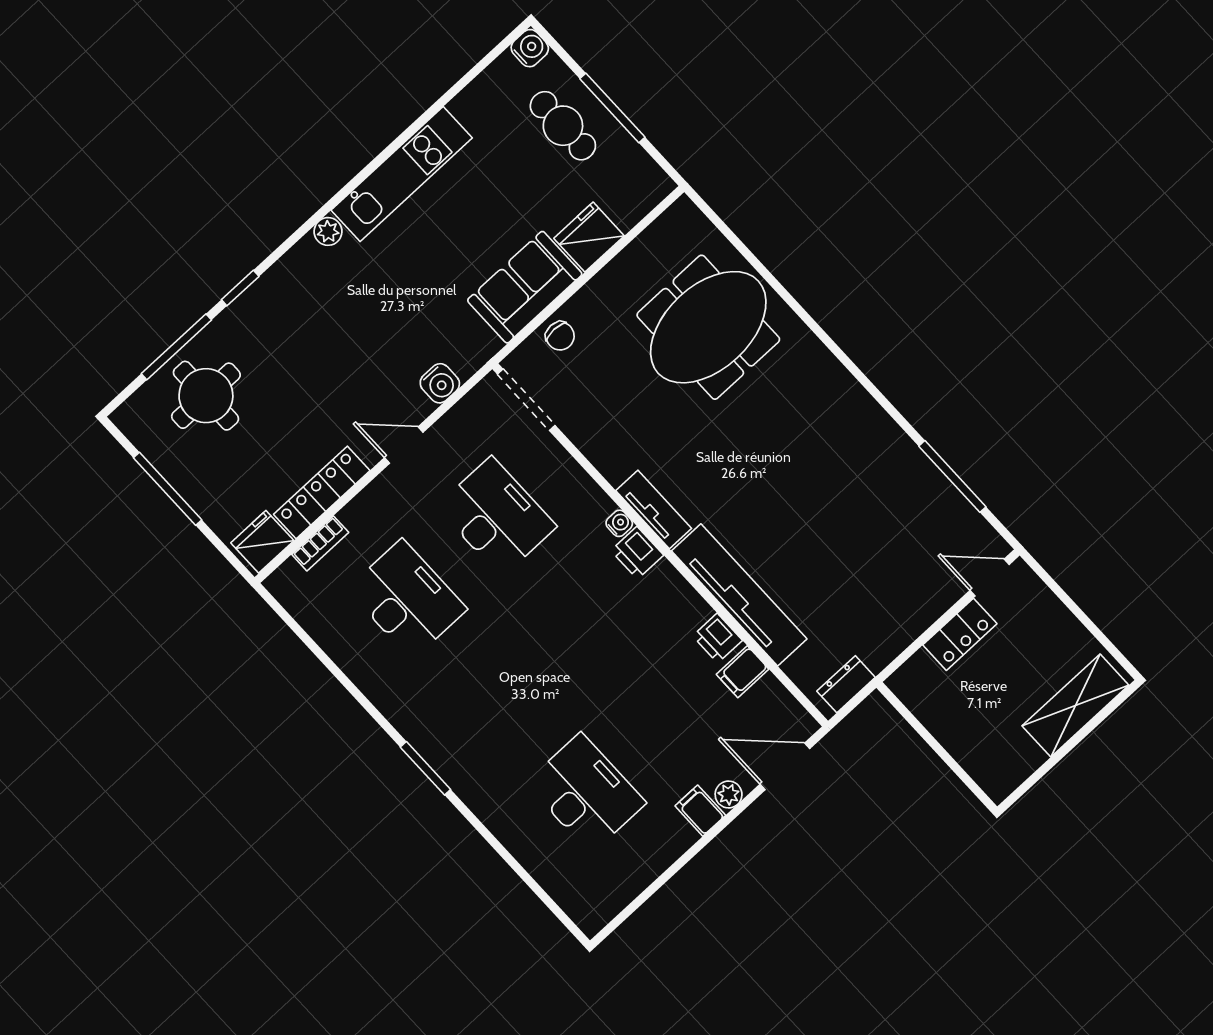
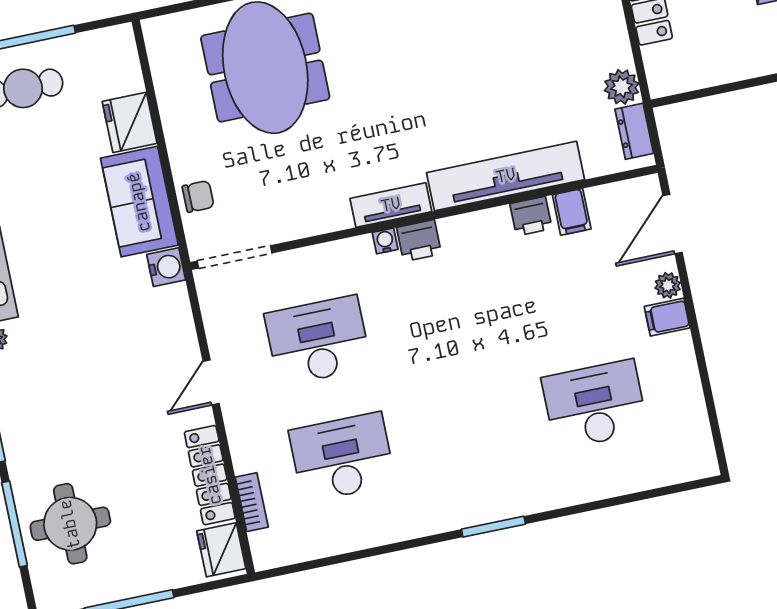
water cooler: (440, 383) -> (166, 267), moved
plant: (878, 650) -> (622, 87), added

